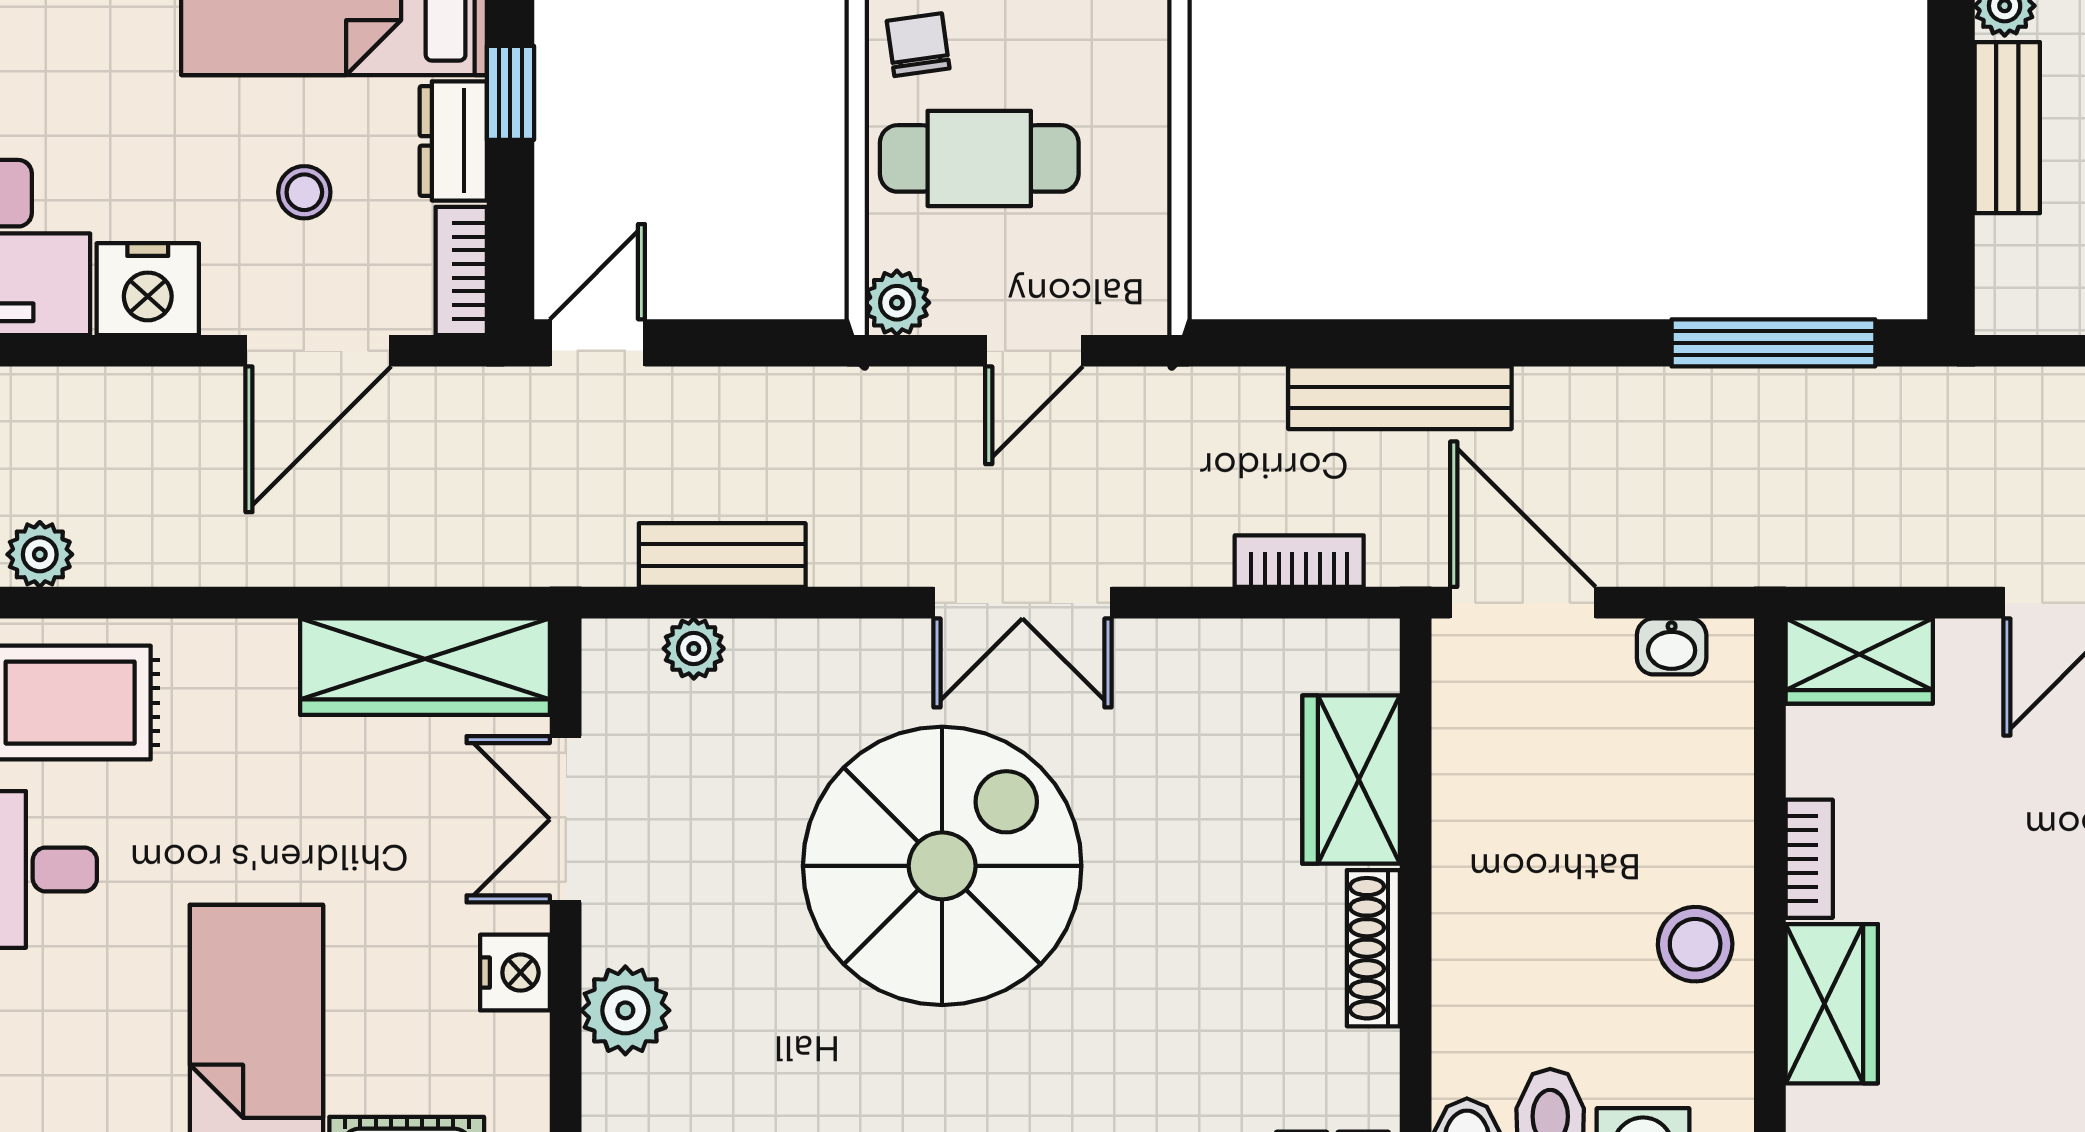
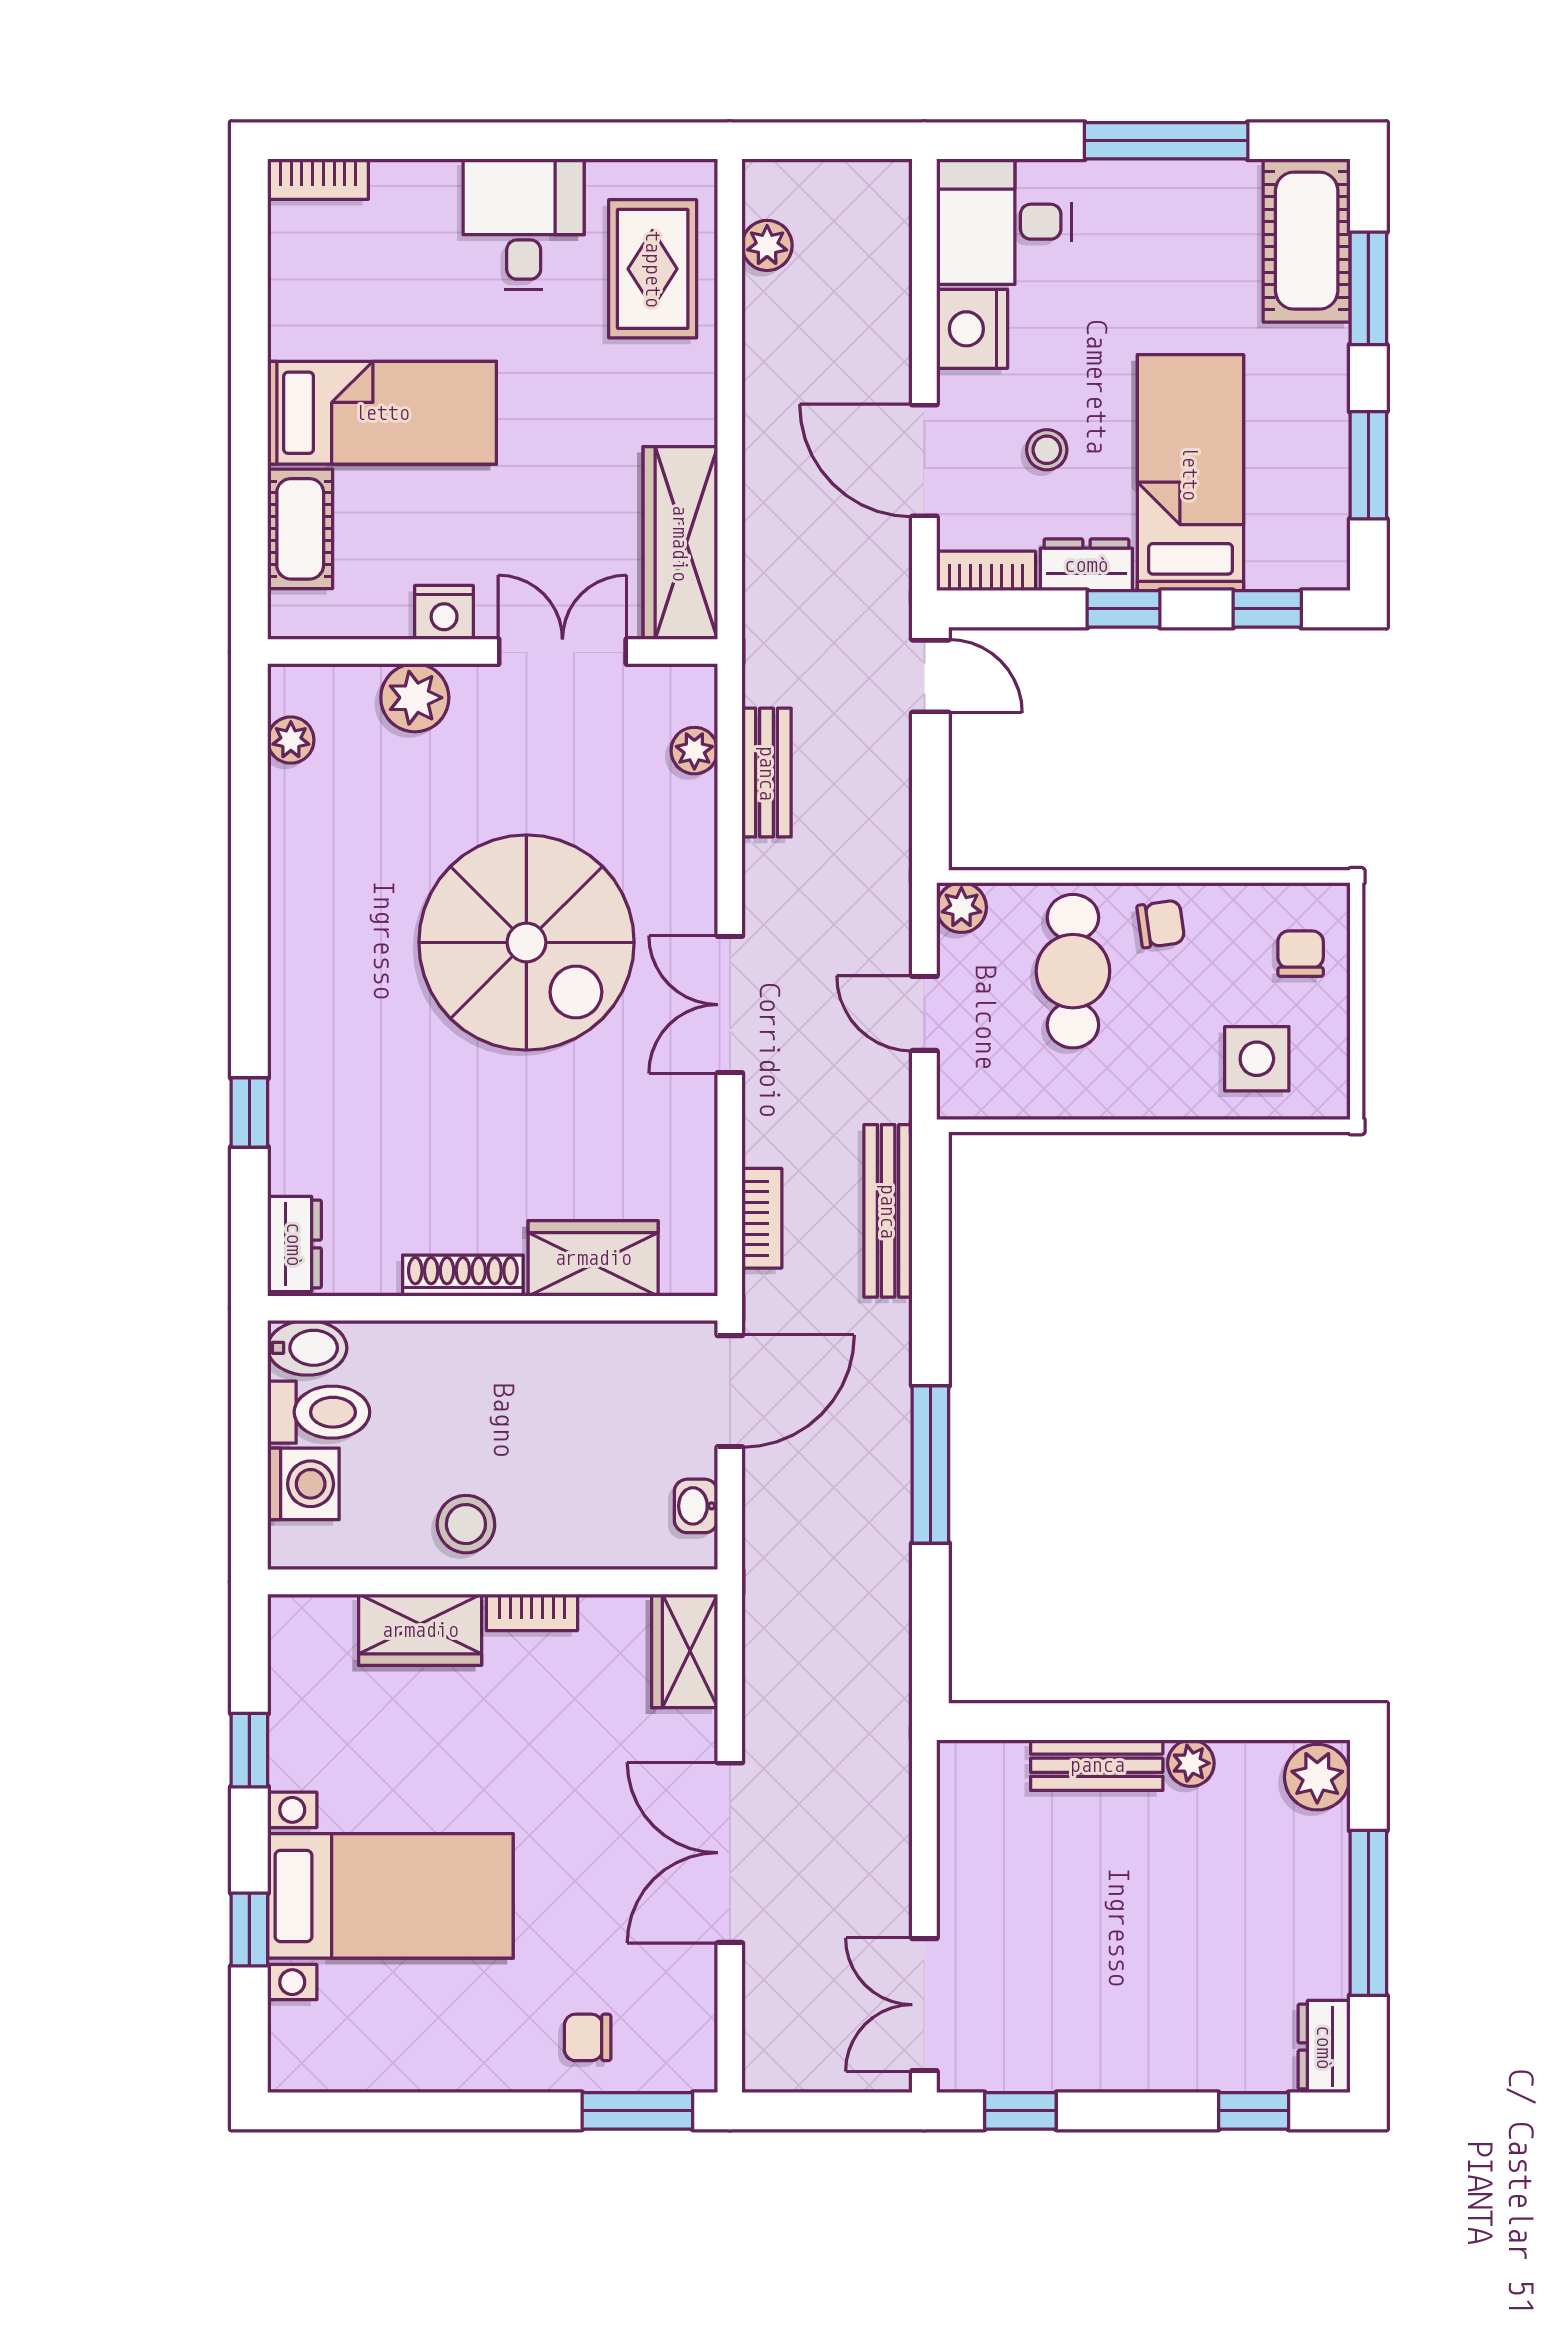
window: (1773, 343) -> (930, 1465), moved
bench: (1400, 398) -> (888, 1211), moved

